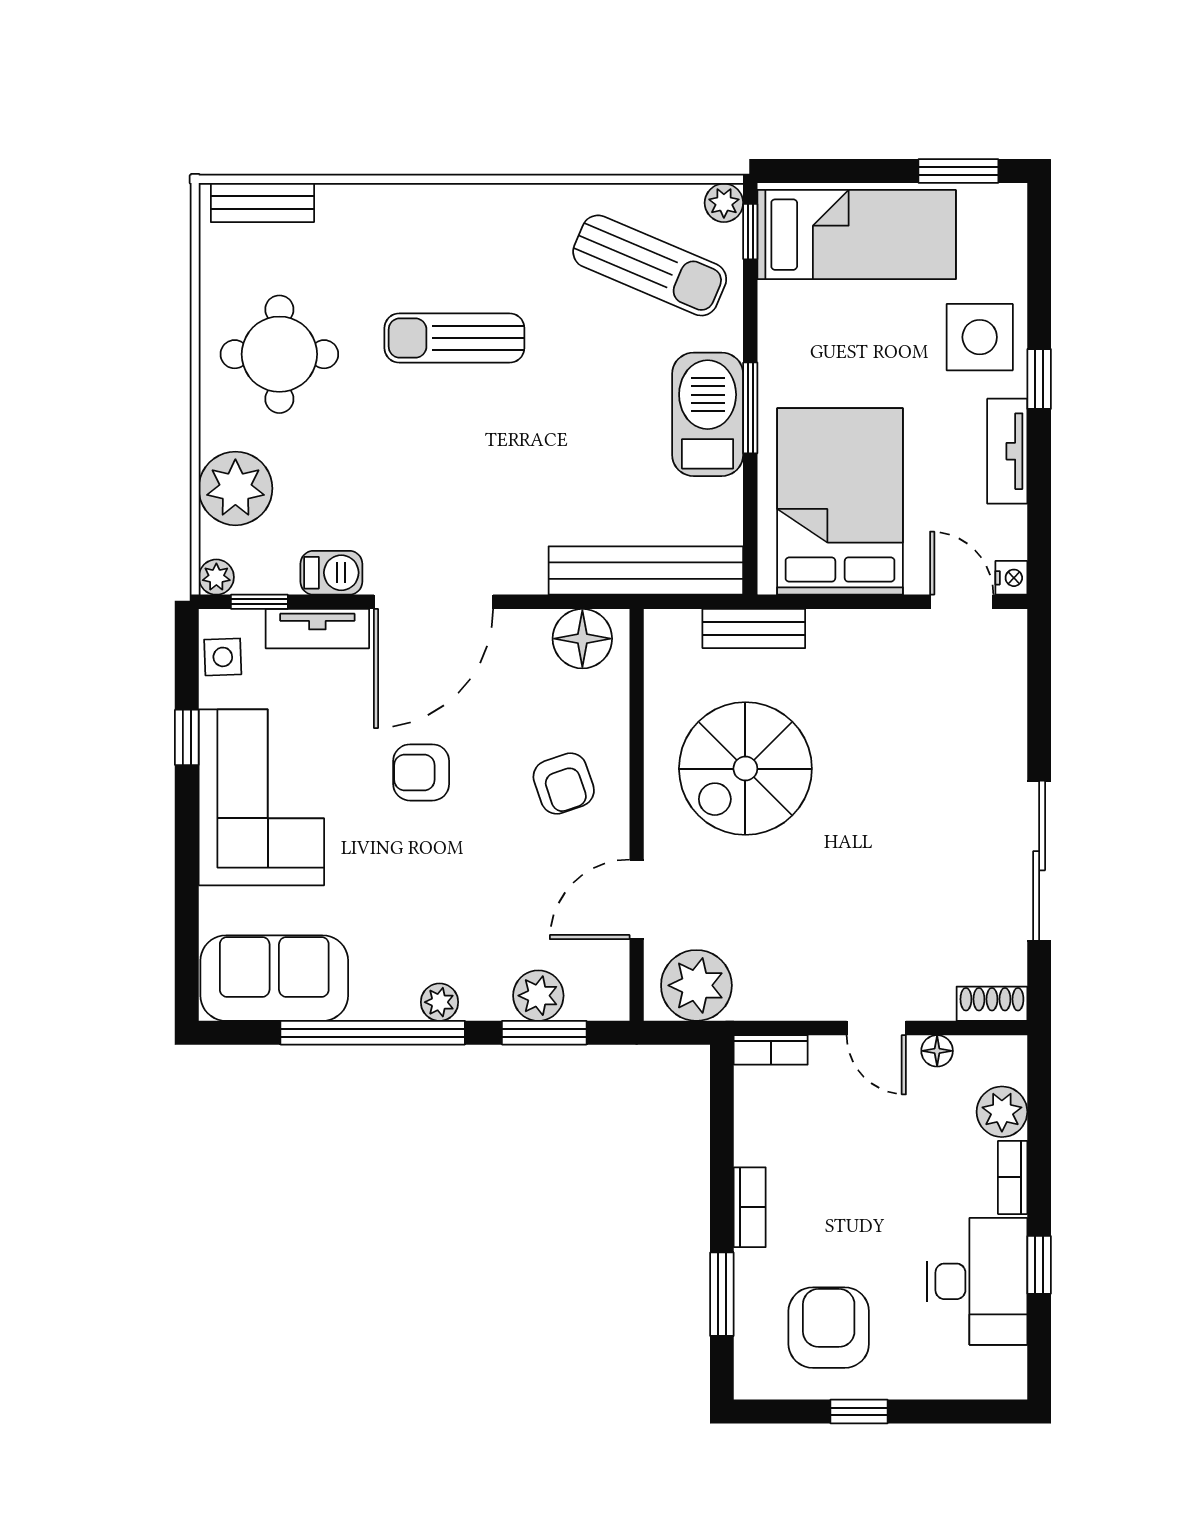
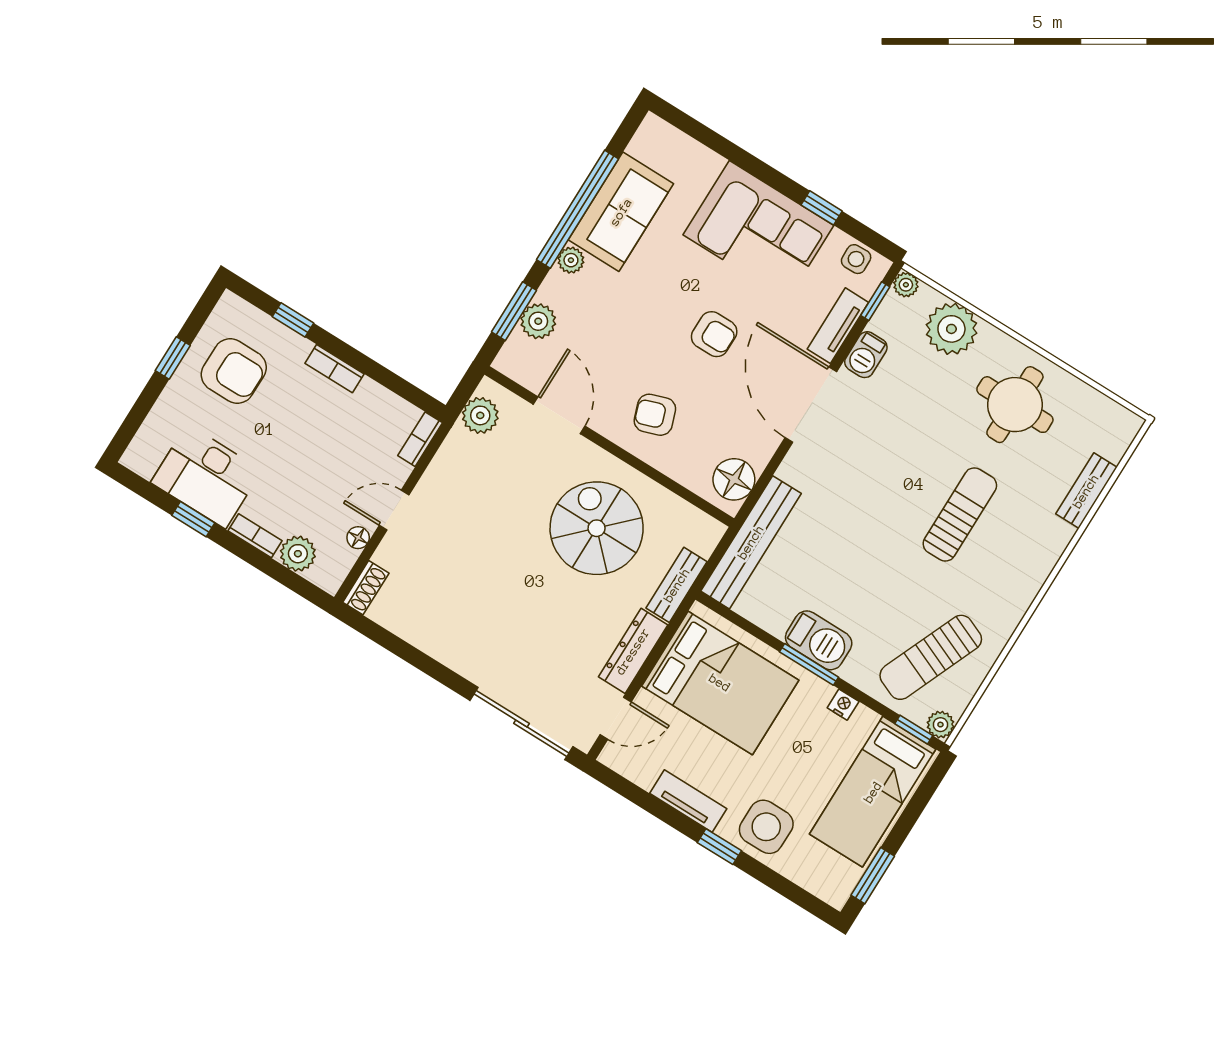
bench: (262, 203) -> (1086, 491), moved
barbecue: (708, 414) -> (819, 640), width x0.73, depth x0.83
nightstand: (1011, 578) -> (843, 705), moved, turned 180
dresser: (867, 632) -> (633, 651), added
armchair: (421, 772) -> (714, 334), turned 90
sliding door: (1039, 861) -> (521, 723), moved
sofa: (274, 978) -> (621, 212), moved
plant: (696, 985) -> (480, 415), width x0.73, depth x0.73
window: (722, 1294) -> (293, 320), width x0.67

